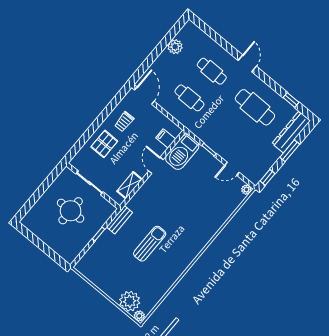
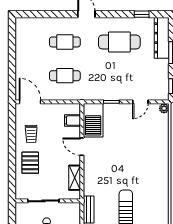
plant: (175, 47) -> (22, 47), removed

